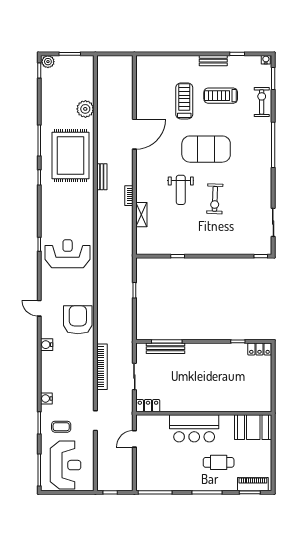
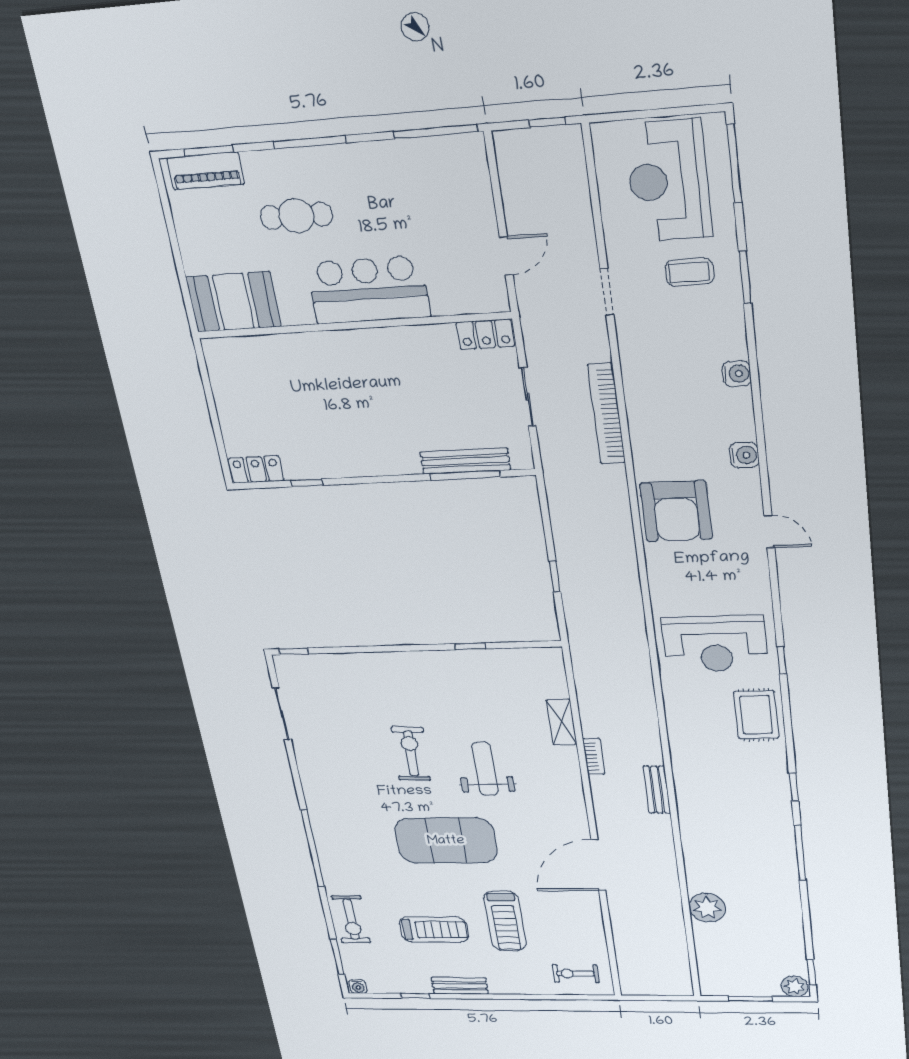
exercise bike: (154, 69) -> (576, 974), added
rug: (70, 155) -> (756, 715), moved, width x0.54, depth x0.49
water cooler: (46, 398) -> (737, 374), moved

